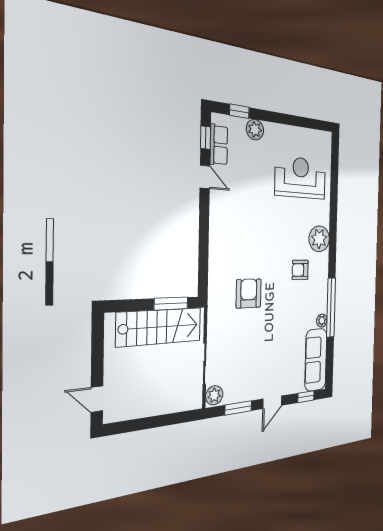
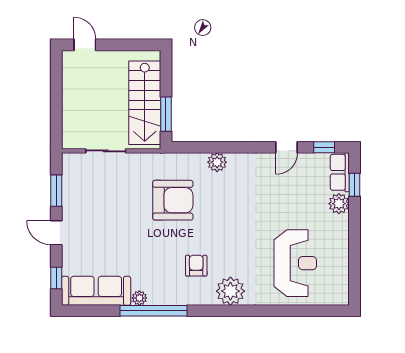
row of seats: (219, 145) -> (340, 172), moved, turned 90
armchair: (249, 293) -> (173, 200), width x1.36, depth x1.36
plant: (214, 395) -> (217, 162), moved
door: (97, 399) -> (85, 45), hinge flipped

